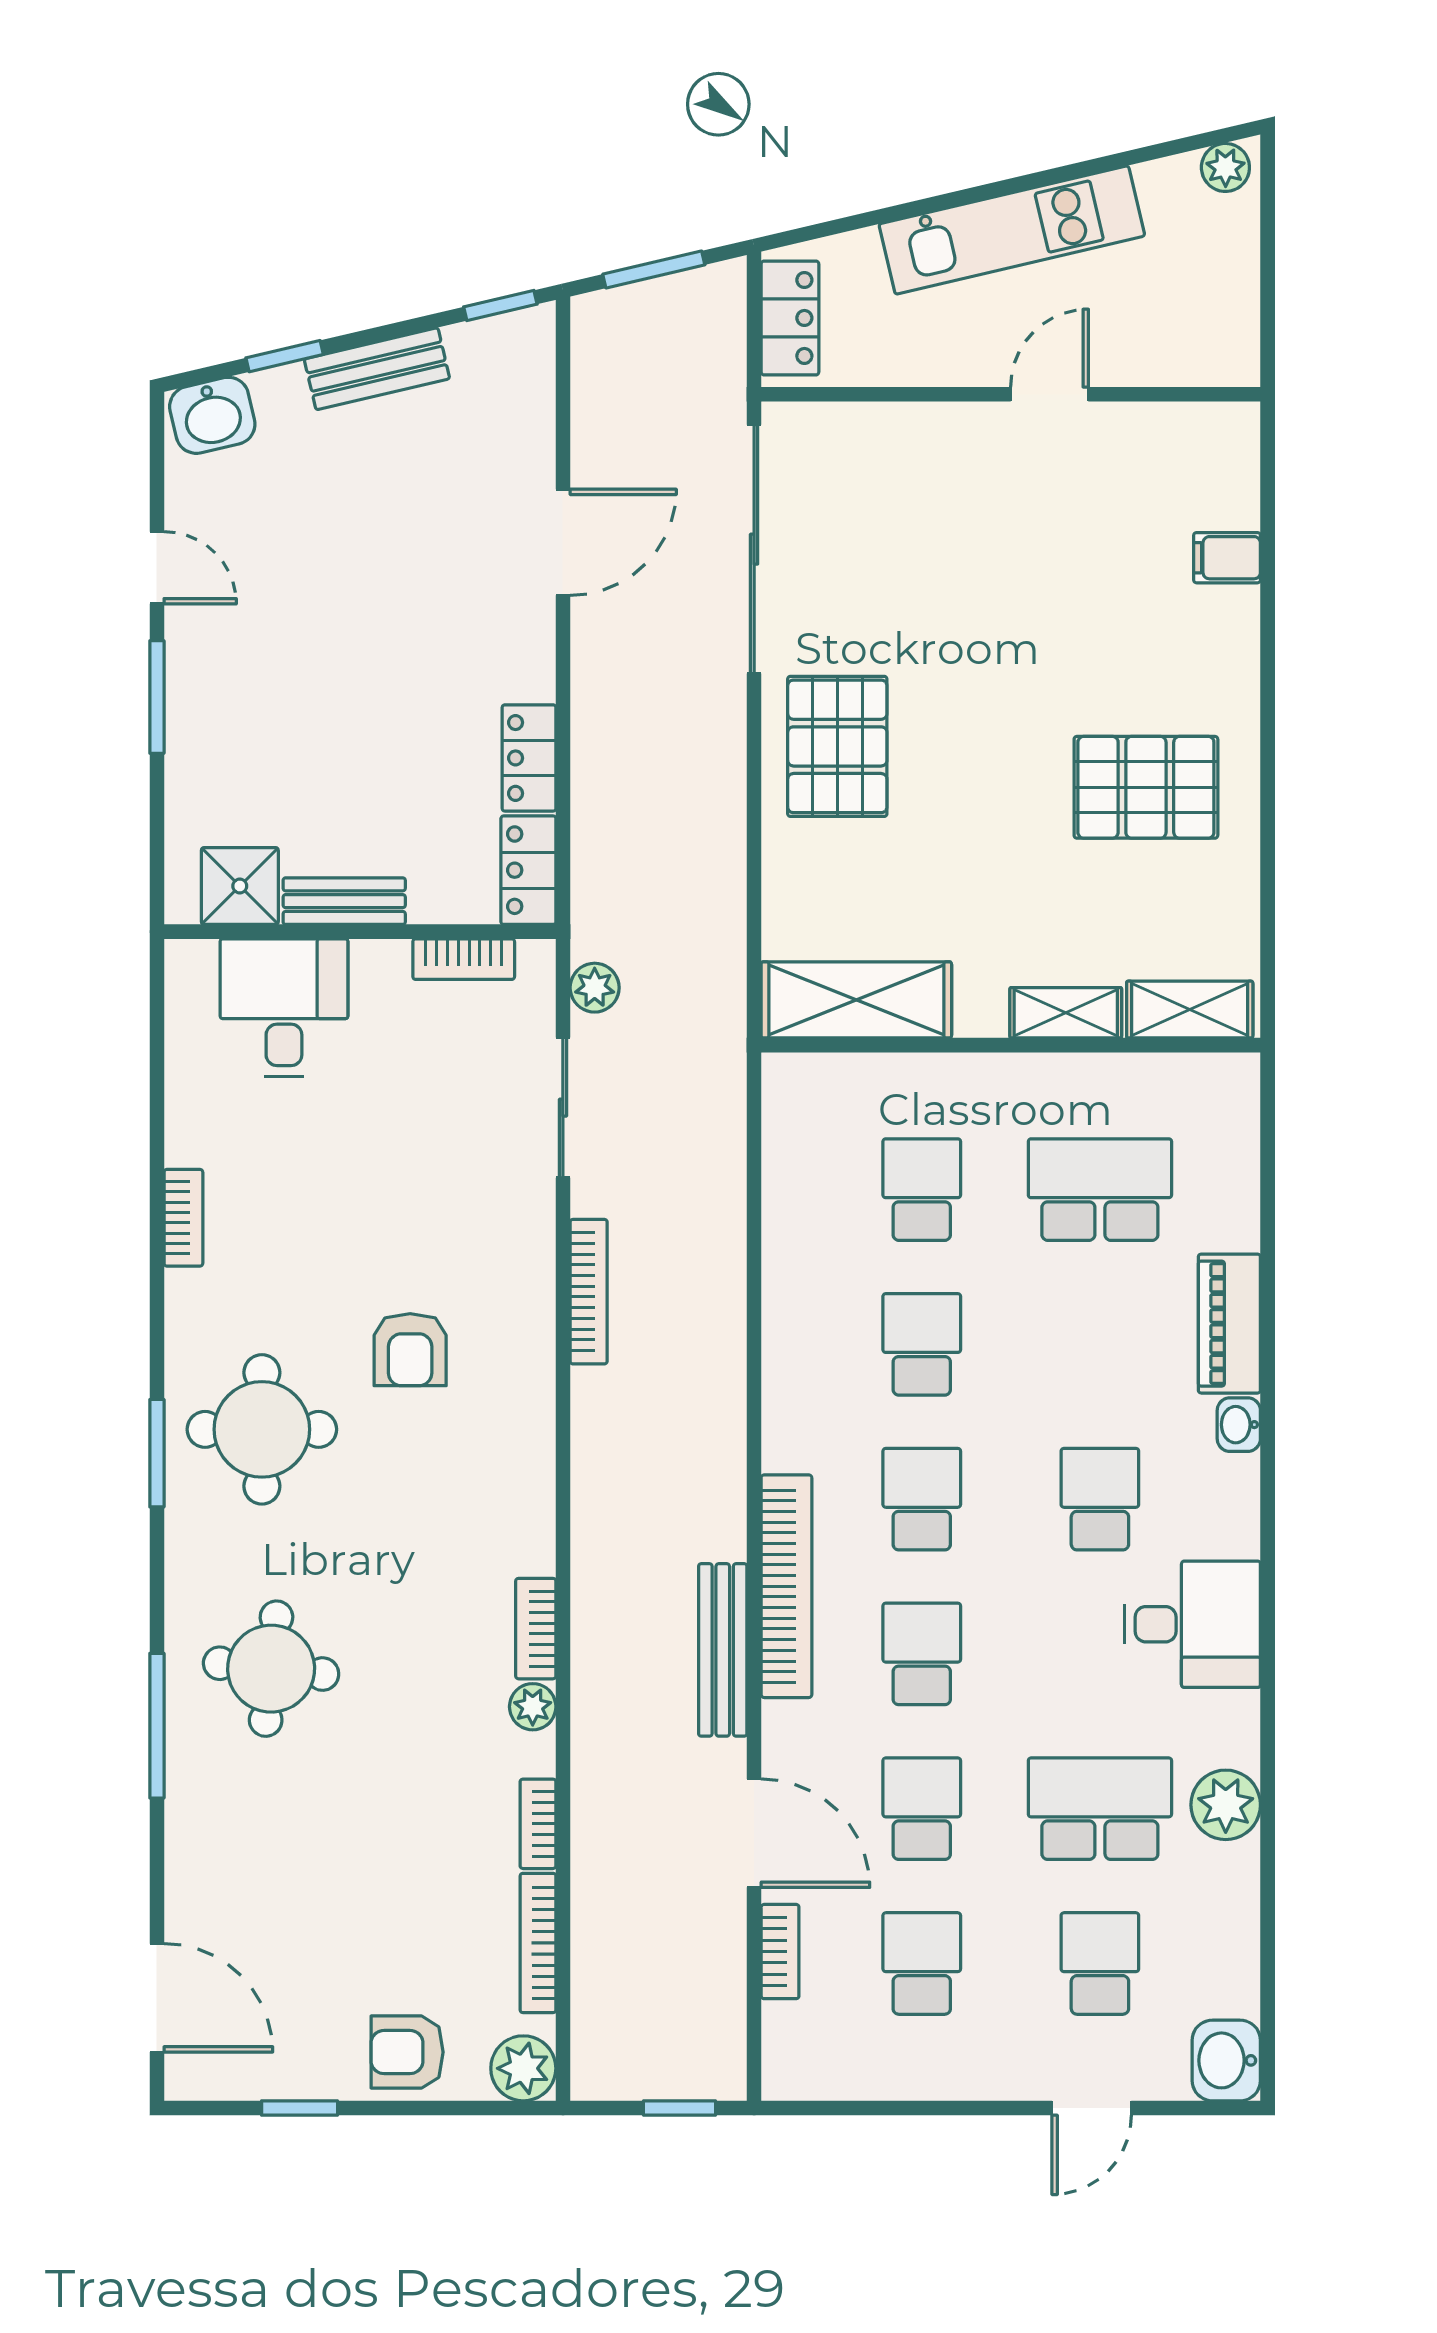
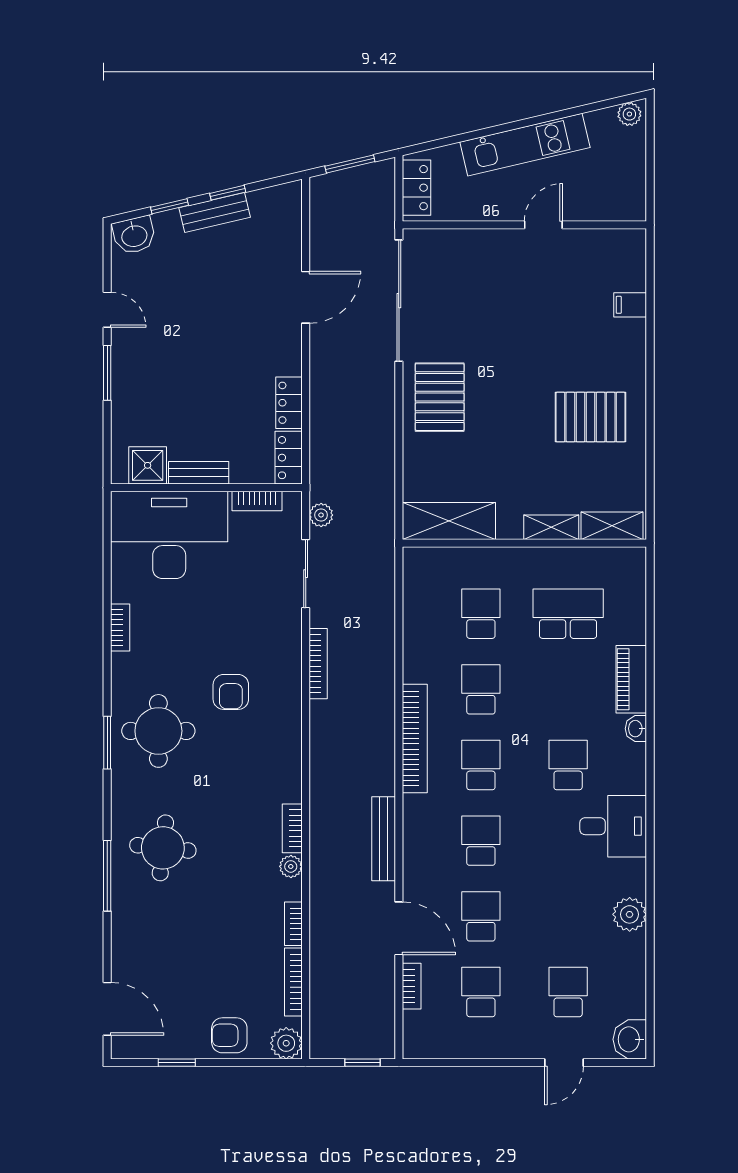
window: (500, 306) -> (228, 193), moved
desk: (284, 1008) -> (169, 535), width x1.87, depth x1.30
bookcase: (787, 1586) -> (415, 739), moved
school desk: (1100, 1809) -> (568, 916), removed

